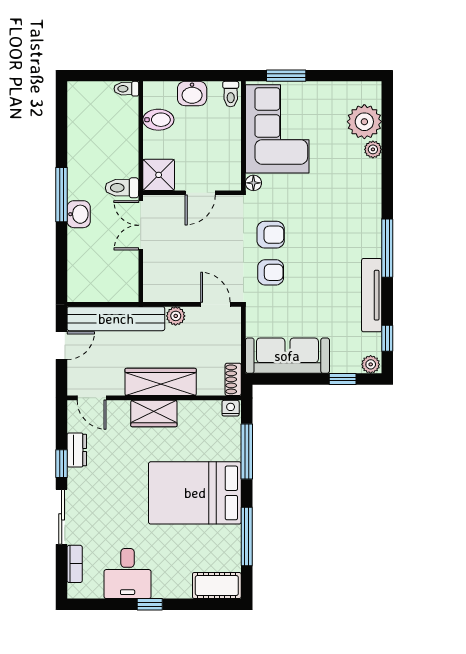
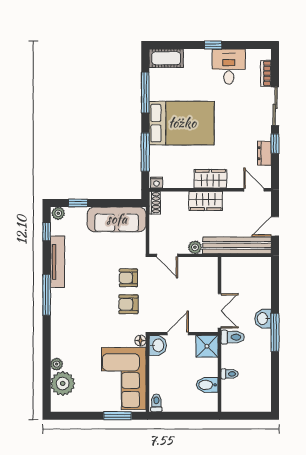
toilet: (126, 89) -> (230, 374), moved
washbasin: (192, 94) -> (158, 345), moved, turned 90
wardrobe: (161, 382) -> (206, 201), width x0.67

